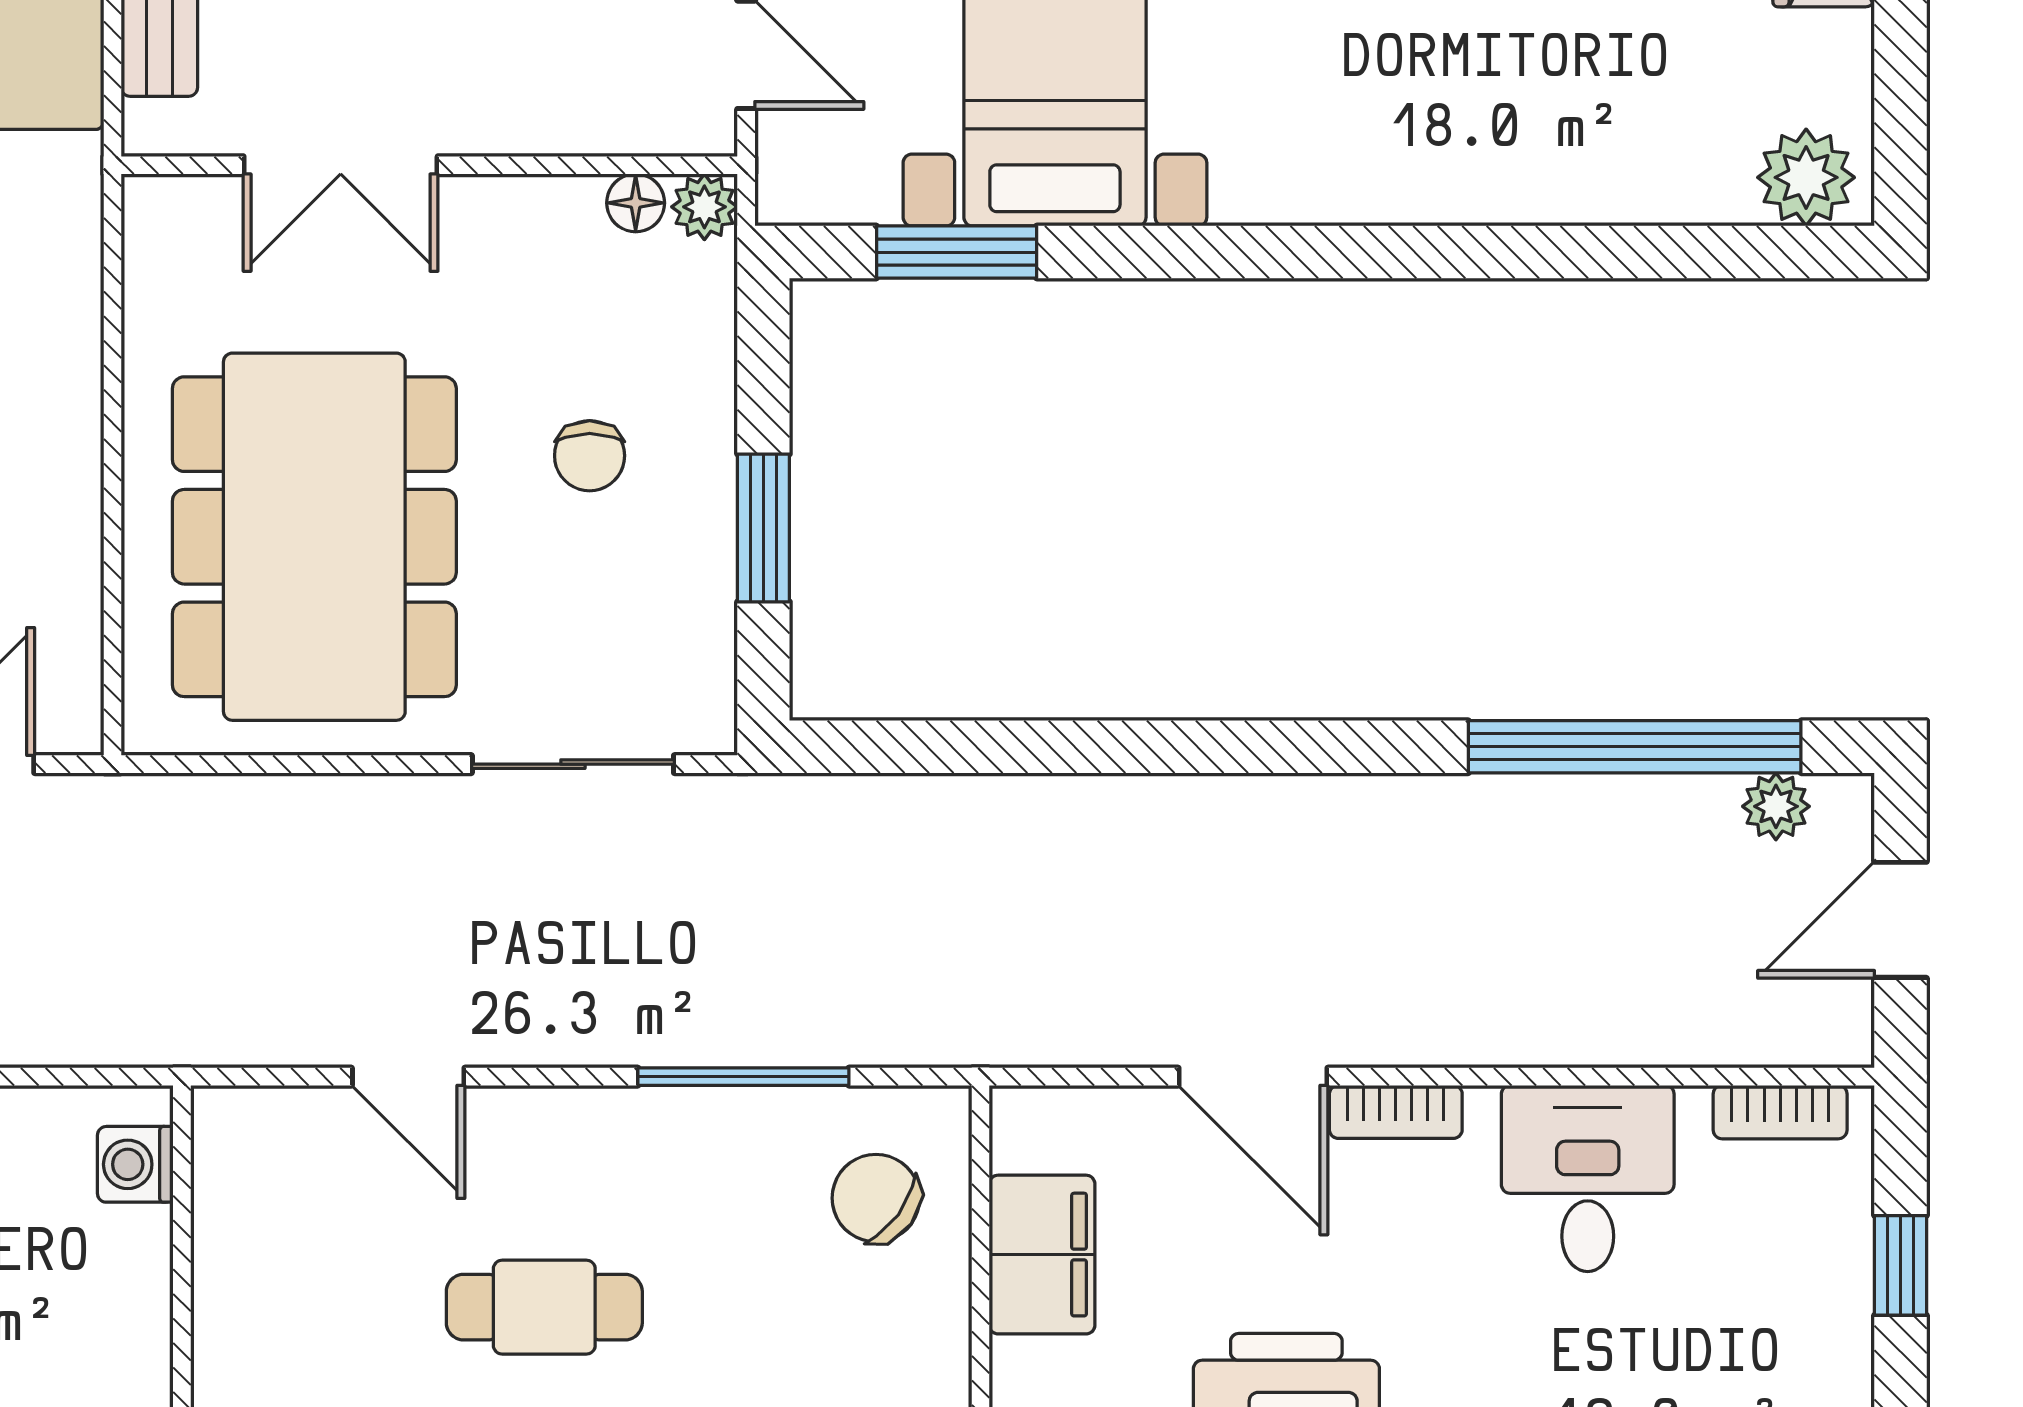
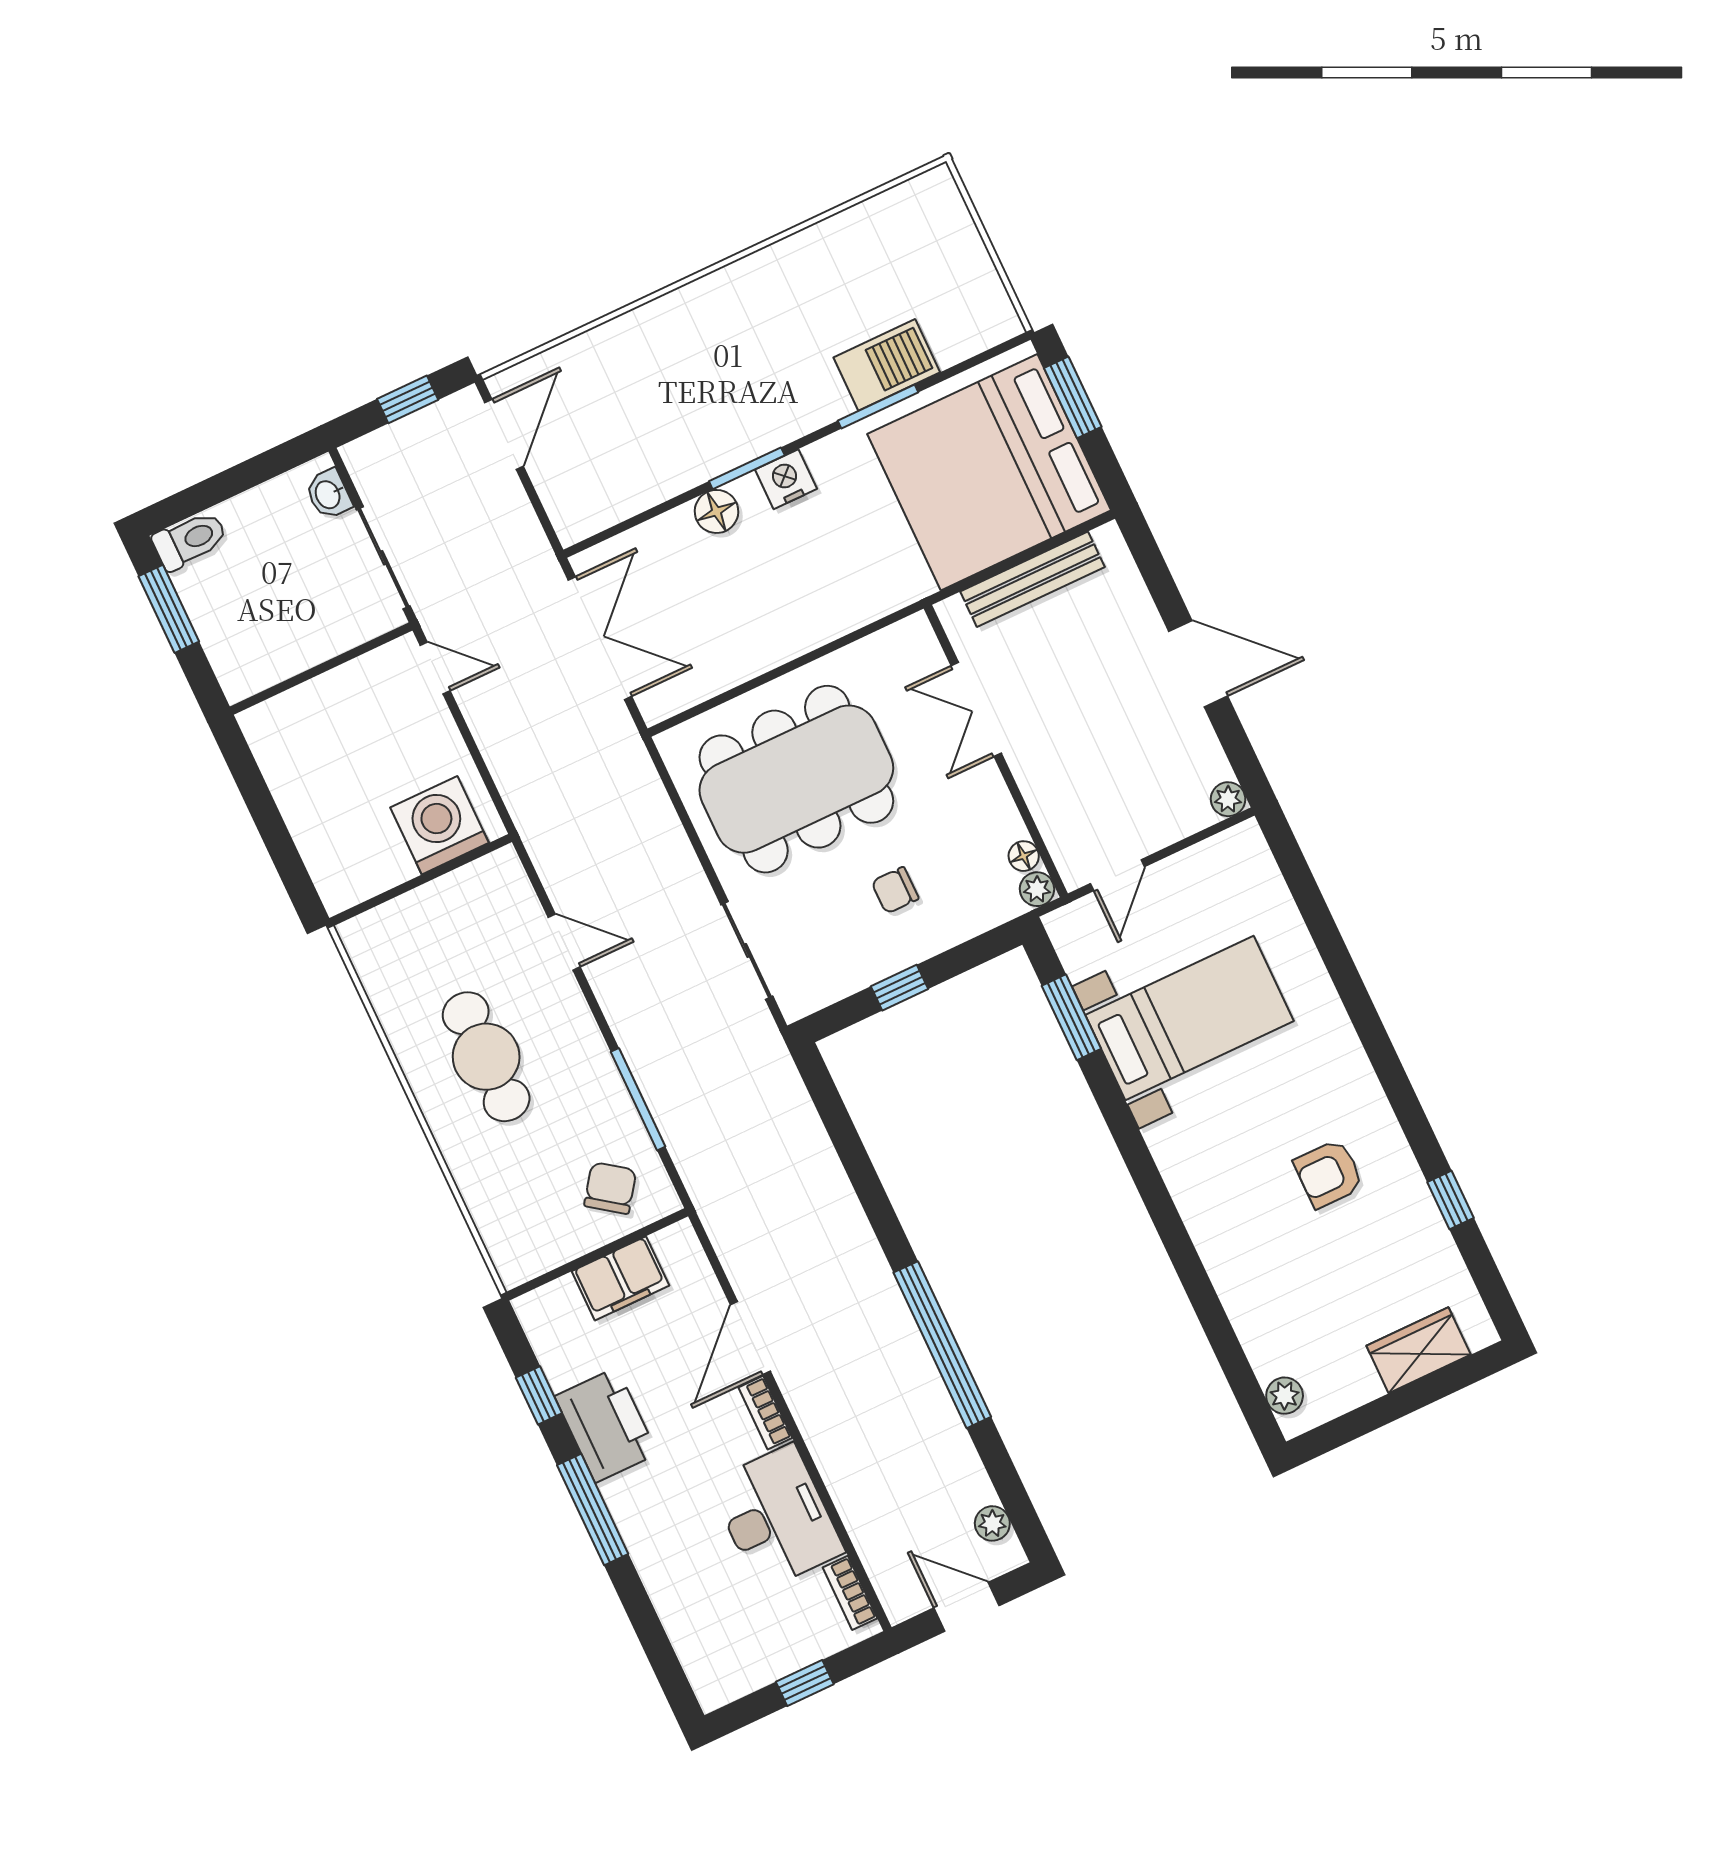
plant: (1806, 177) -> (1285, 1396), width x0.73, depth x0.73
window: (763, 528) -> (900, 988), width x0.67
window: (1635, 747) -> (942, 1345), moved
door: (408, 1077) -> (564, 942), swing flipped
washing machine: (135, 1164) -> (440, 825), width x1.89, depth x1.89
desk: (1588, 1178) -> (776, 1517), width x1.37
cafe table: (544, 1307) -> (486, 1057), width x1.37, depth x1.35

